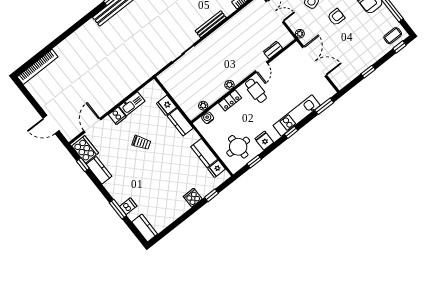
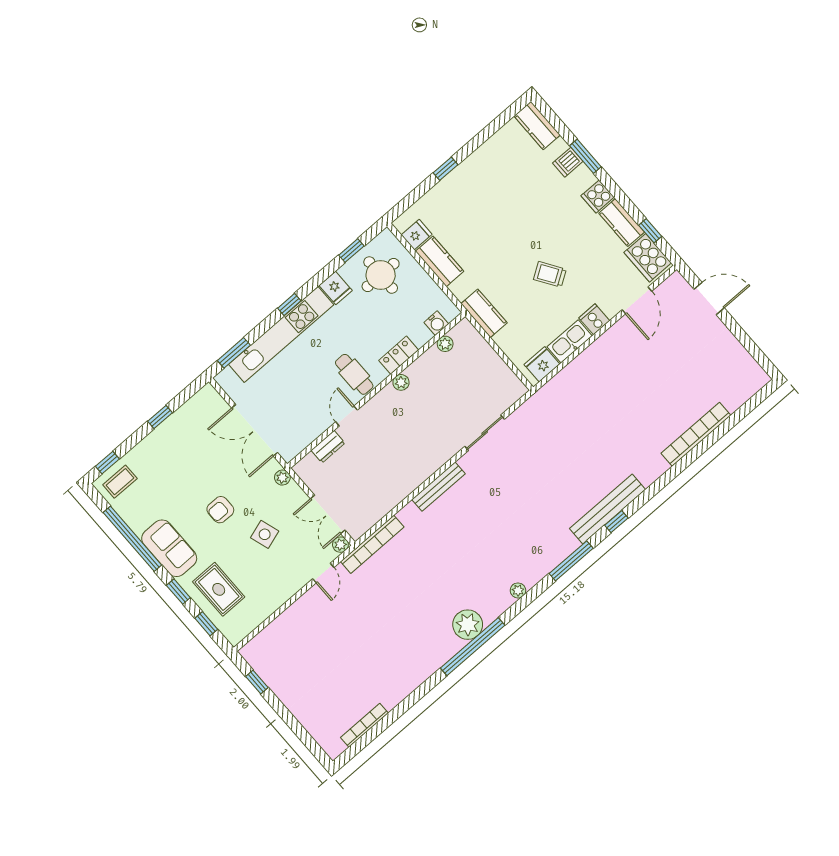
bookcase: (37, 67) -> (696, 434), moved
fridge: (166, 105) -> (542, 364), moved, turned -90
kitchen unit: (297, 115) -> (281, 334), width x1.36
window: (212, 195) -> (446, 169), moved
cooker: (193, 198) -> (598, 196), moved, turned 90

